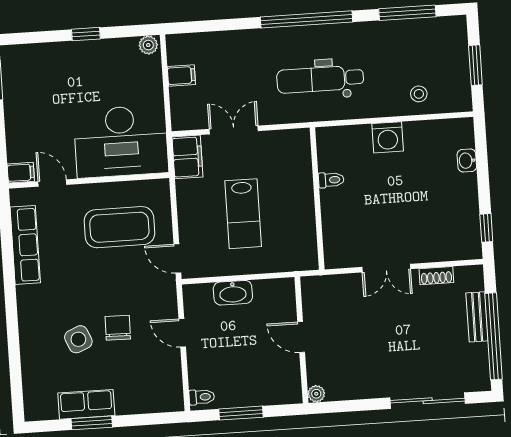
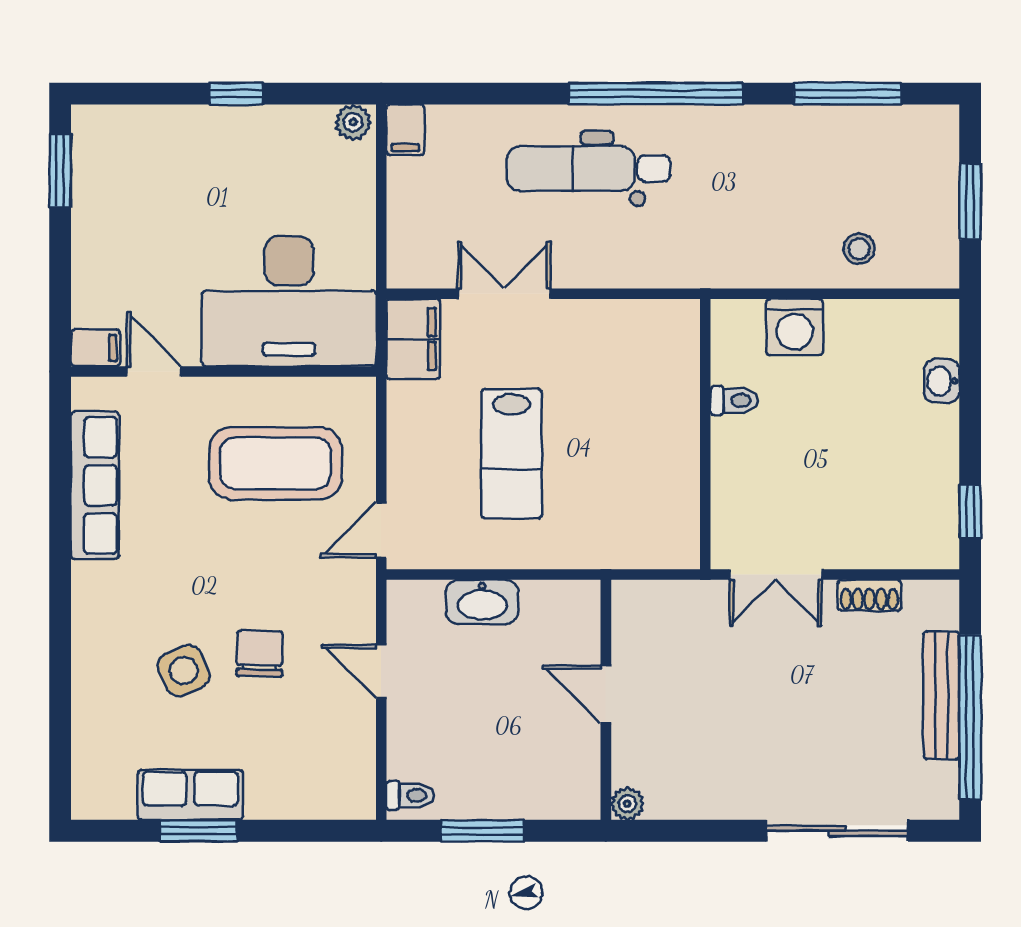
filing cabinet: (181, 75) -> (405, 130), moved, turned 90
dental chair: (320, 79) -> (589, 169), moved
toilet: (331, 180) -> (734, 401), moved
wall: (317, 199) -> (705, 434), moved
door: (177, 259) -> (381, 530), hinge flipped
bench: (477, 317) -> (941, 695), width x1.36

